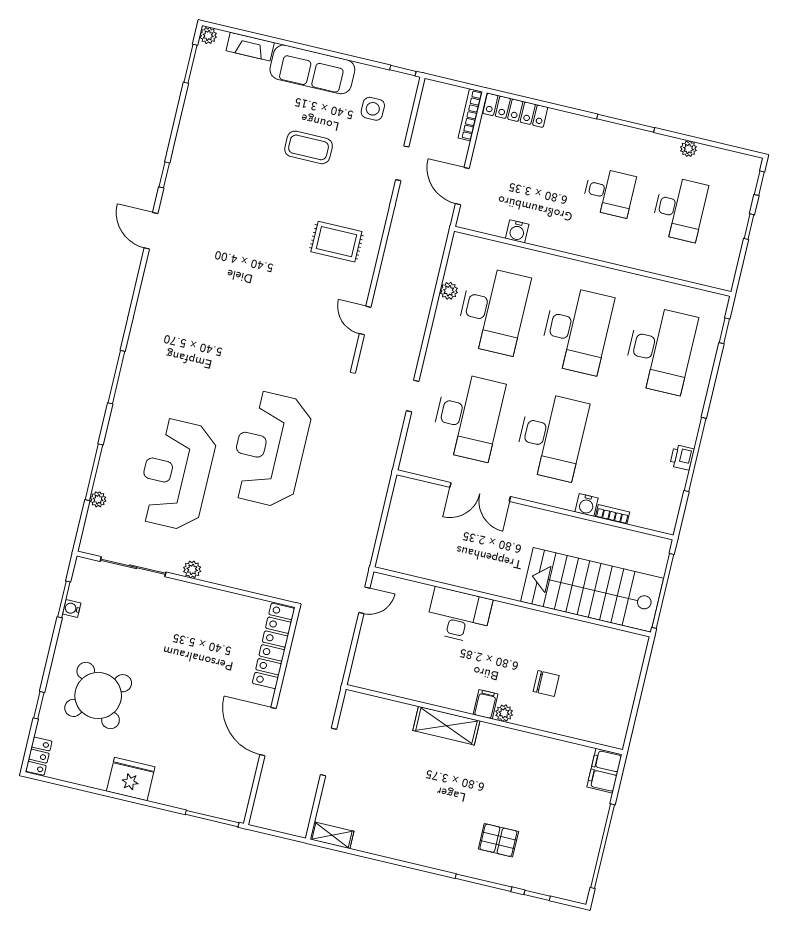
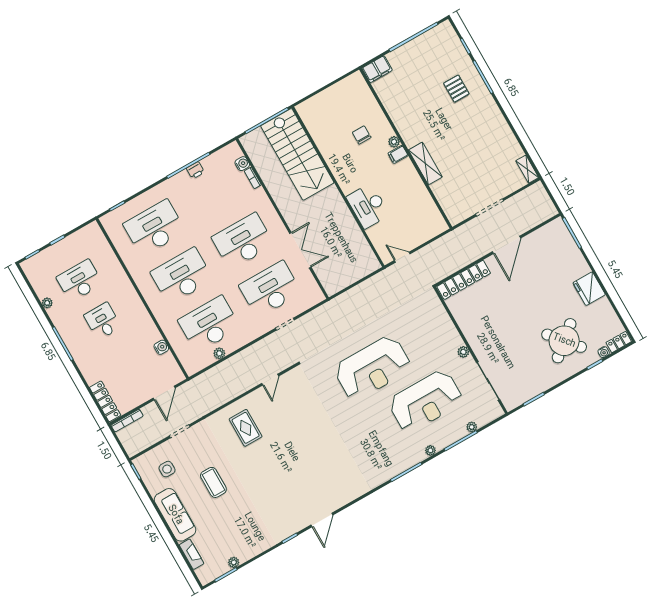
plant: (208, 35) -> (234, 562), moved
plant: (115, 428) -> (430, 450), added
water cooler: (586, 505) -> (242, 164), moved
water cooler: (72, 608) -> (604, 352), moved

